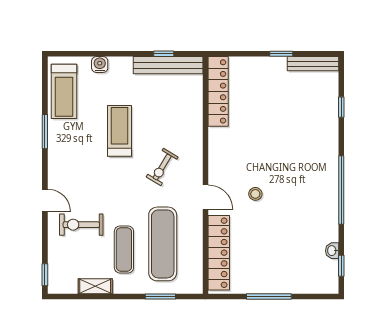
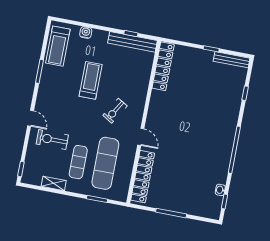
stool: (255, 194) -> (175, 141), removed

